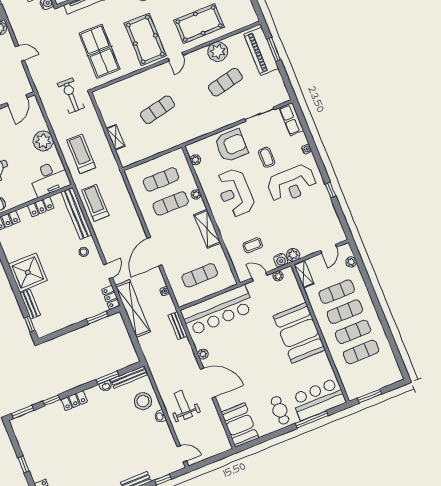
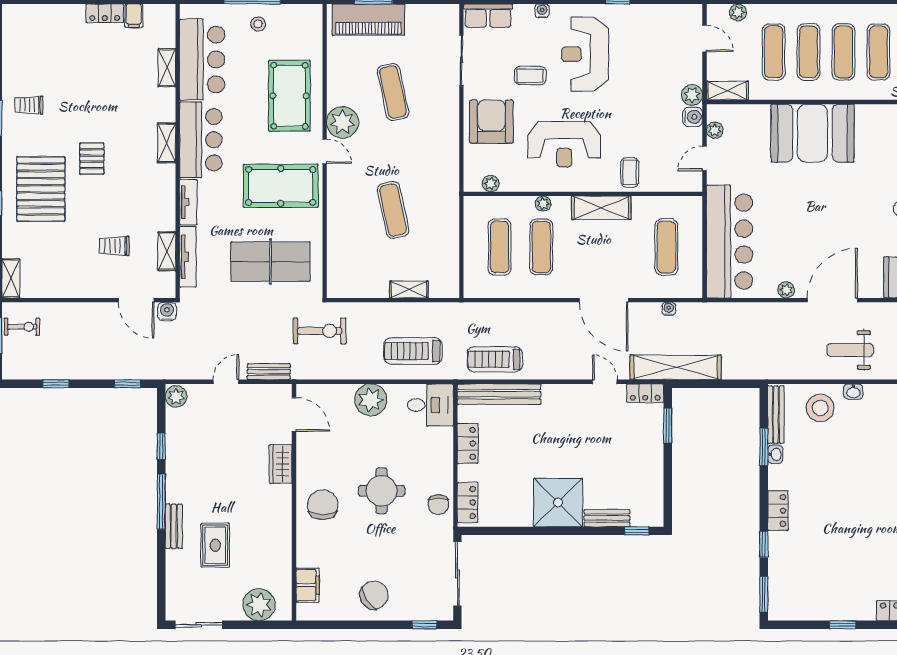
plant: (218, 52) -> (343, 122), moved
exercise bike: (71, 96) -> (320, 331), turned 180
desk: (50, 178) -> (430, 405), width x0.73
reception desk: (292, 184) -> (585, 54), turned 180
coffee table: (253, 245) -> (630, 172), moved
stool: (84, 252) -> (561, 407), removed
bench: (178, 326) -> (269, 372), moved

